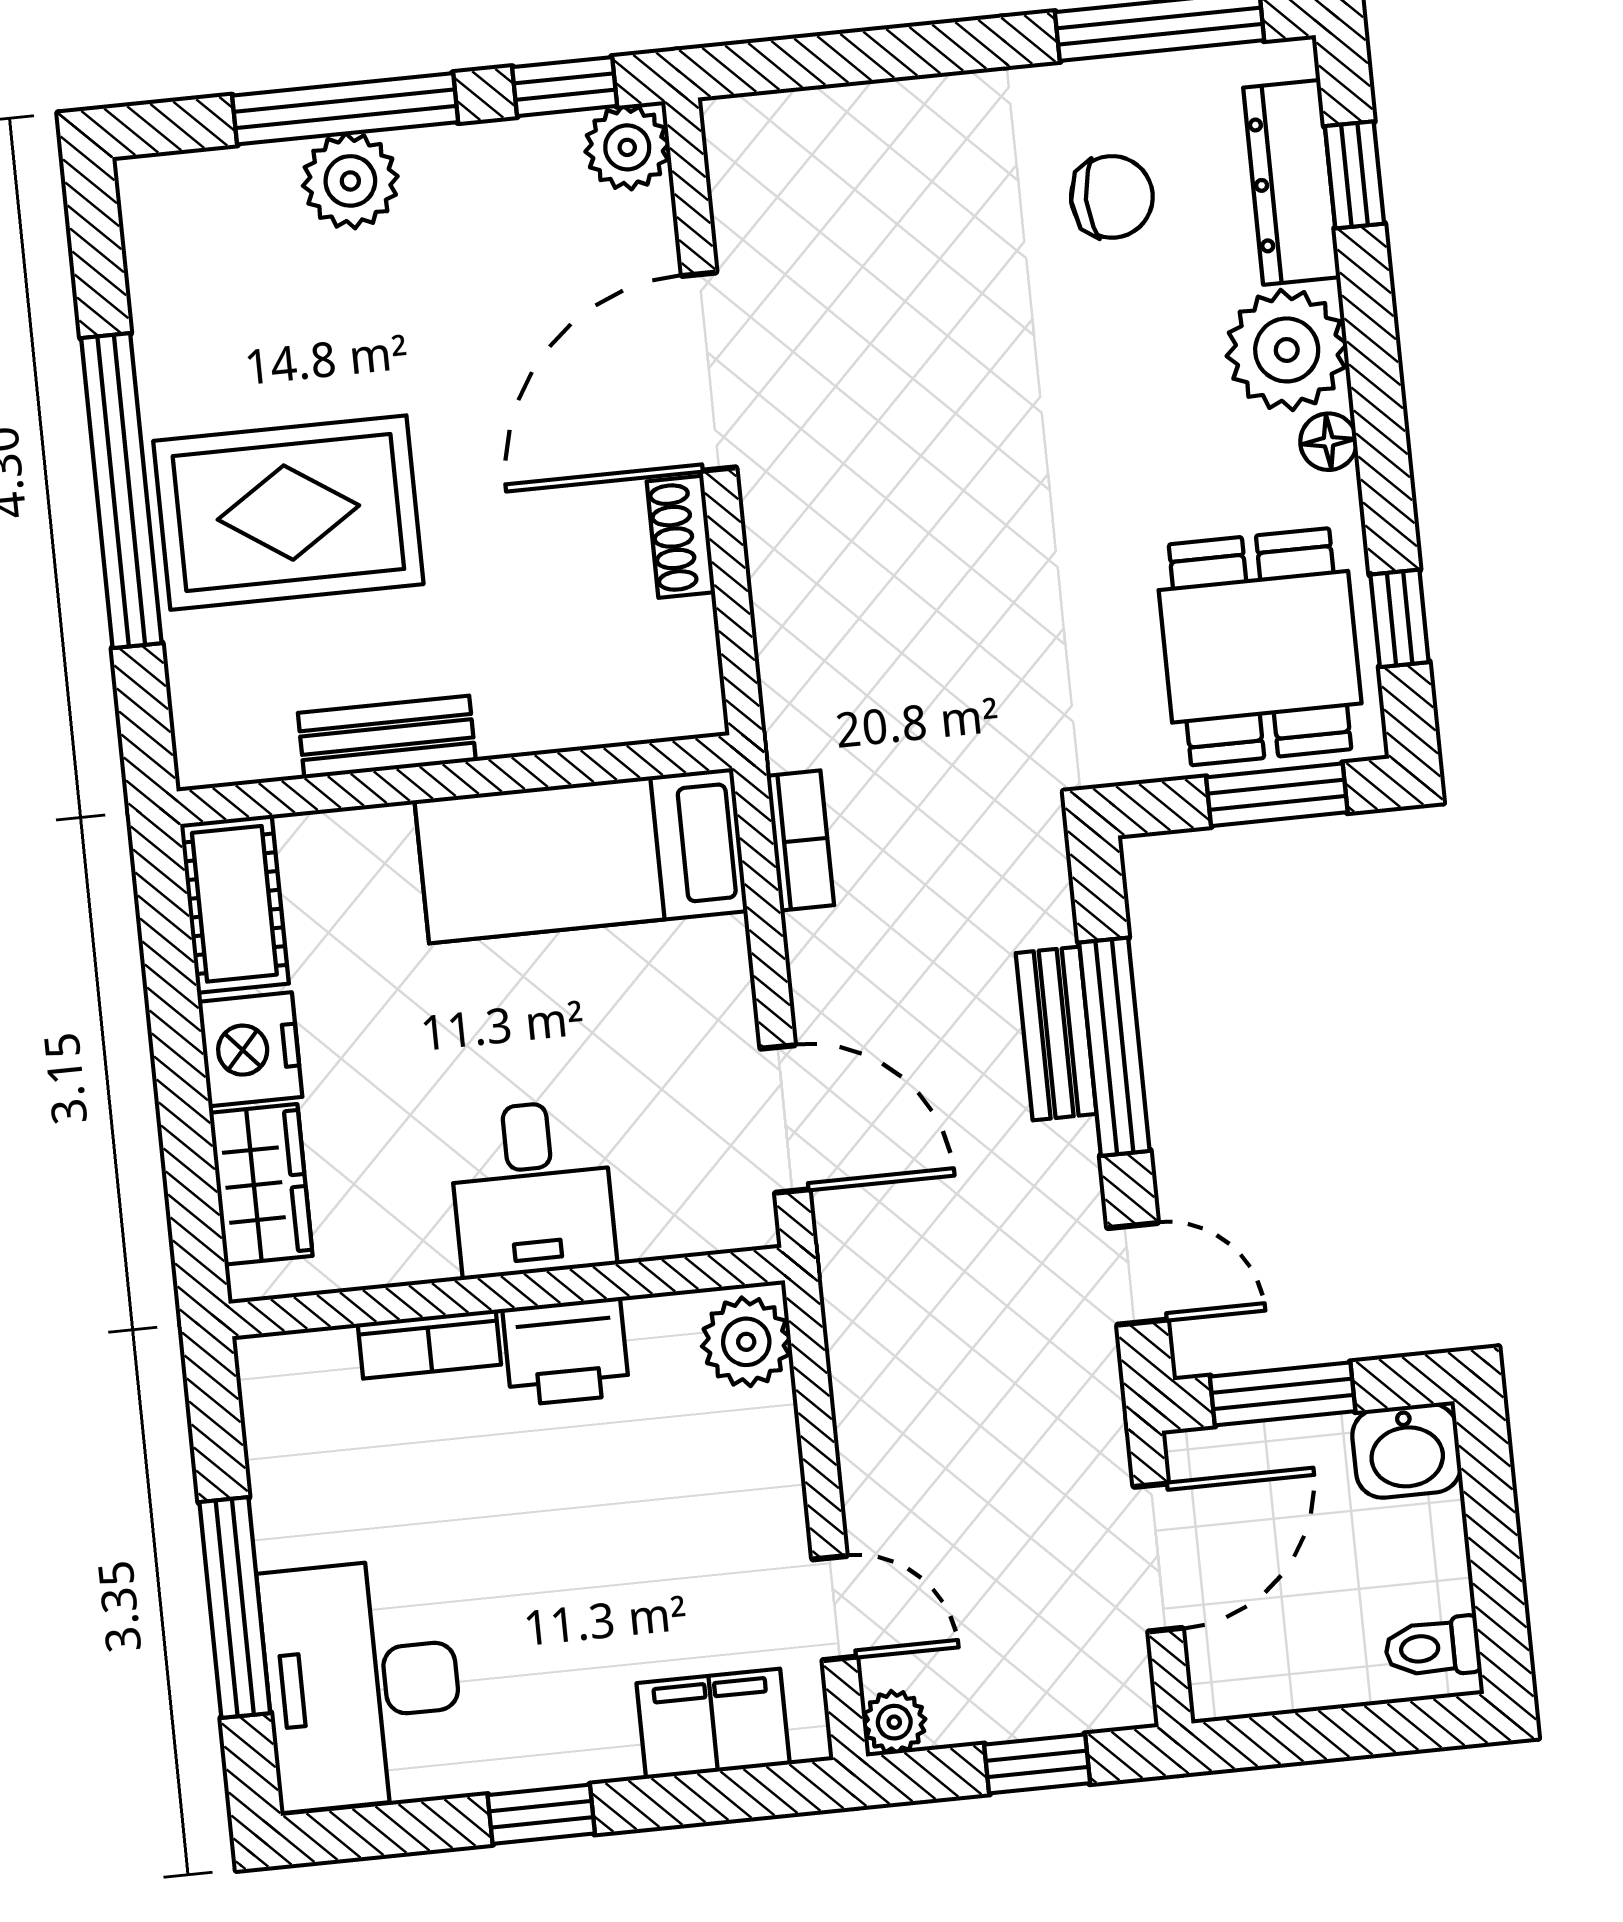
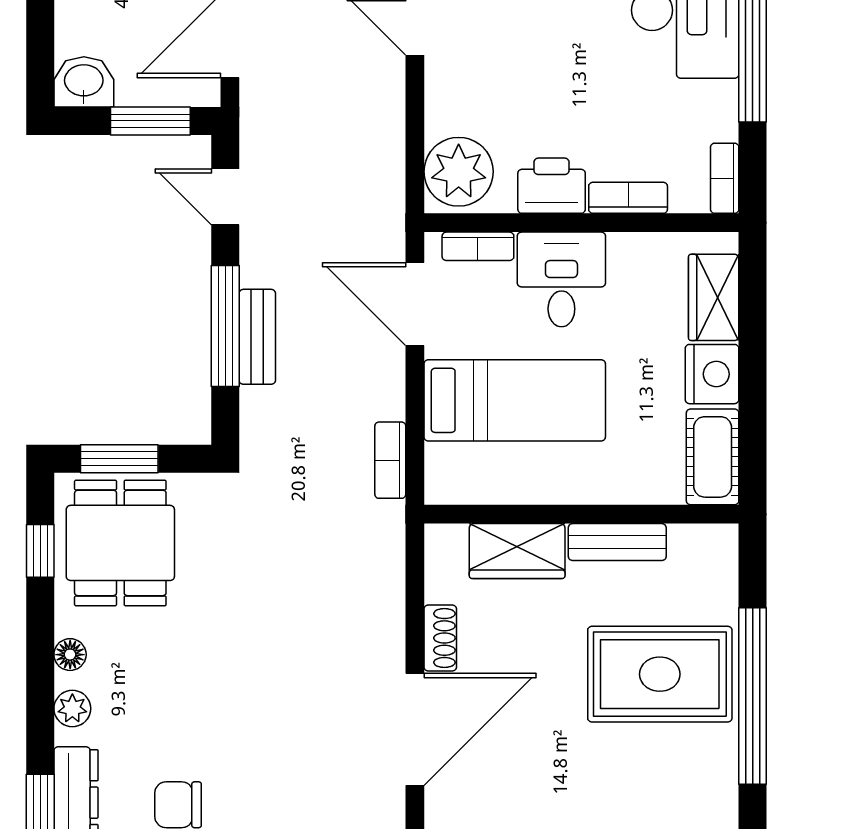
plant: (1287, 350) -> (72, 709), width x0.53, depth x0.53
wardrobe: (561, 703) -> (517, 551), added
bed: (581, 856) -> (515, 400), moved
bookcase: (684, 1232) -> (478, 246), added
plant: (746, 1342) -> (459, 172), width x1.36, depth x1.36
bookcase: (263, 1396) -> (725, 178), added

